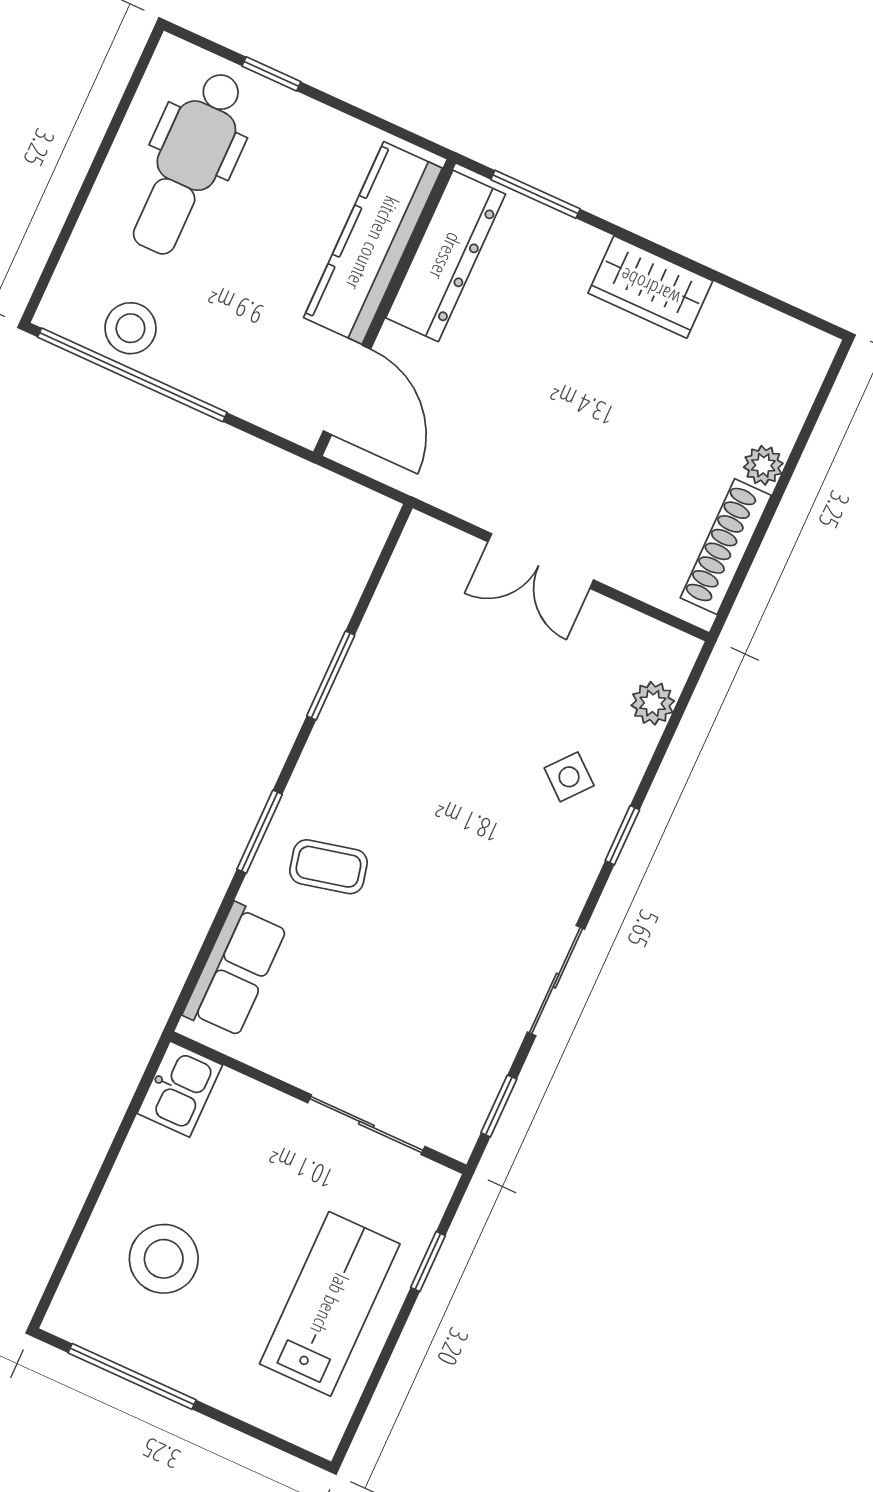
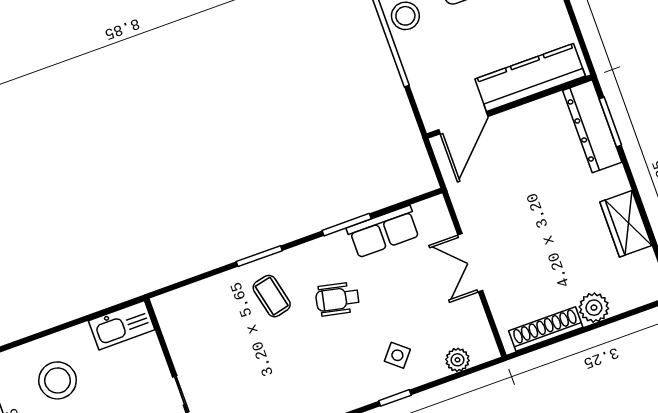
dresser: (446, 256) -> (592, 126), moved, turned 90
wardrobe: (650, 287) -> (626, 224), moved
plant: (763, 465) -> (594, 308), width x1.38, depth x1.38
wheelchair: (417, 783) -> (337, 299), added
row of seats: (235, 970) -> (383, 232), moved
kitchen sink: (180, 1089) -> (122, 325), width x1.38

